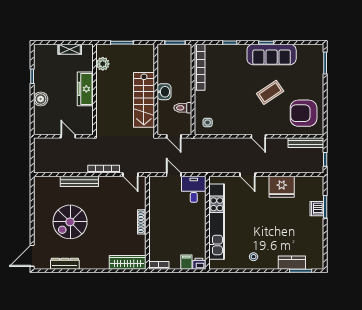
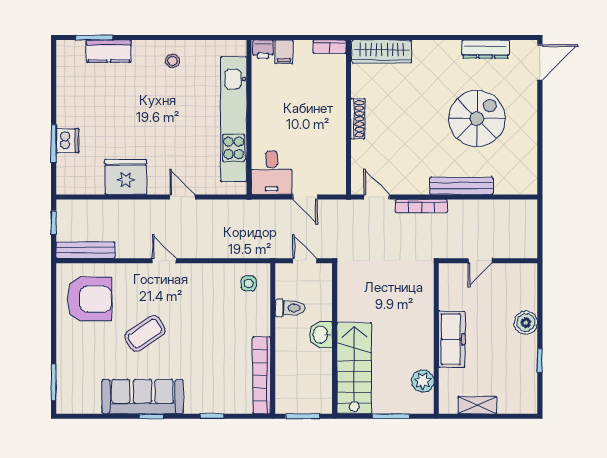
stairs: (144, 100) -> (354, 368), moved
door: (68, 136) -> (480, 261), hinge flipped

